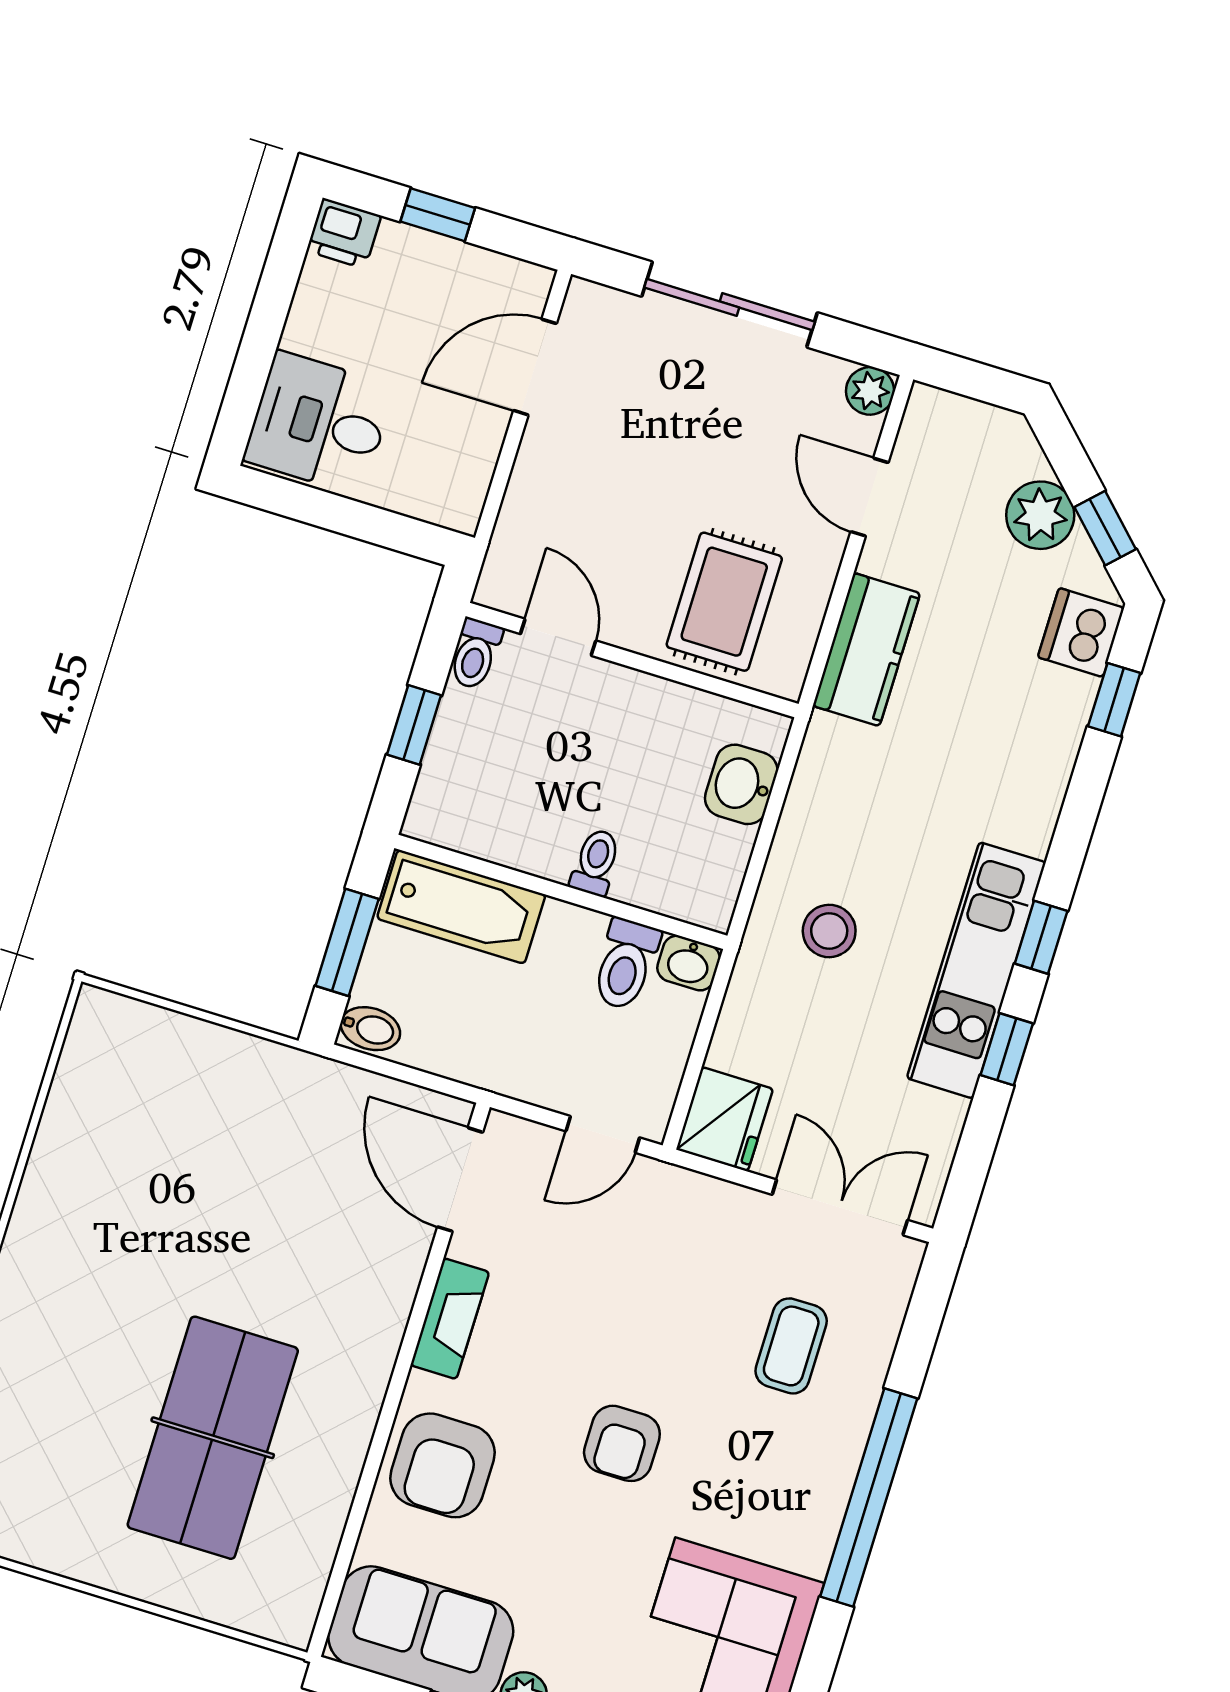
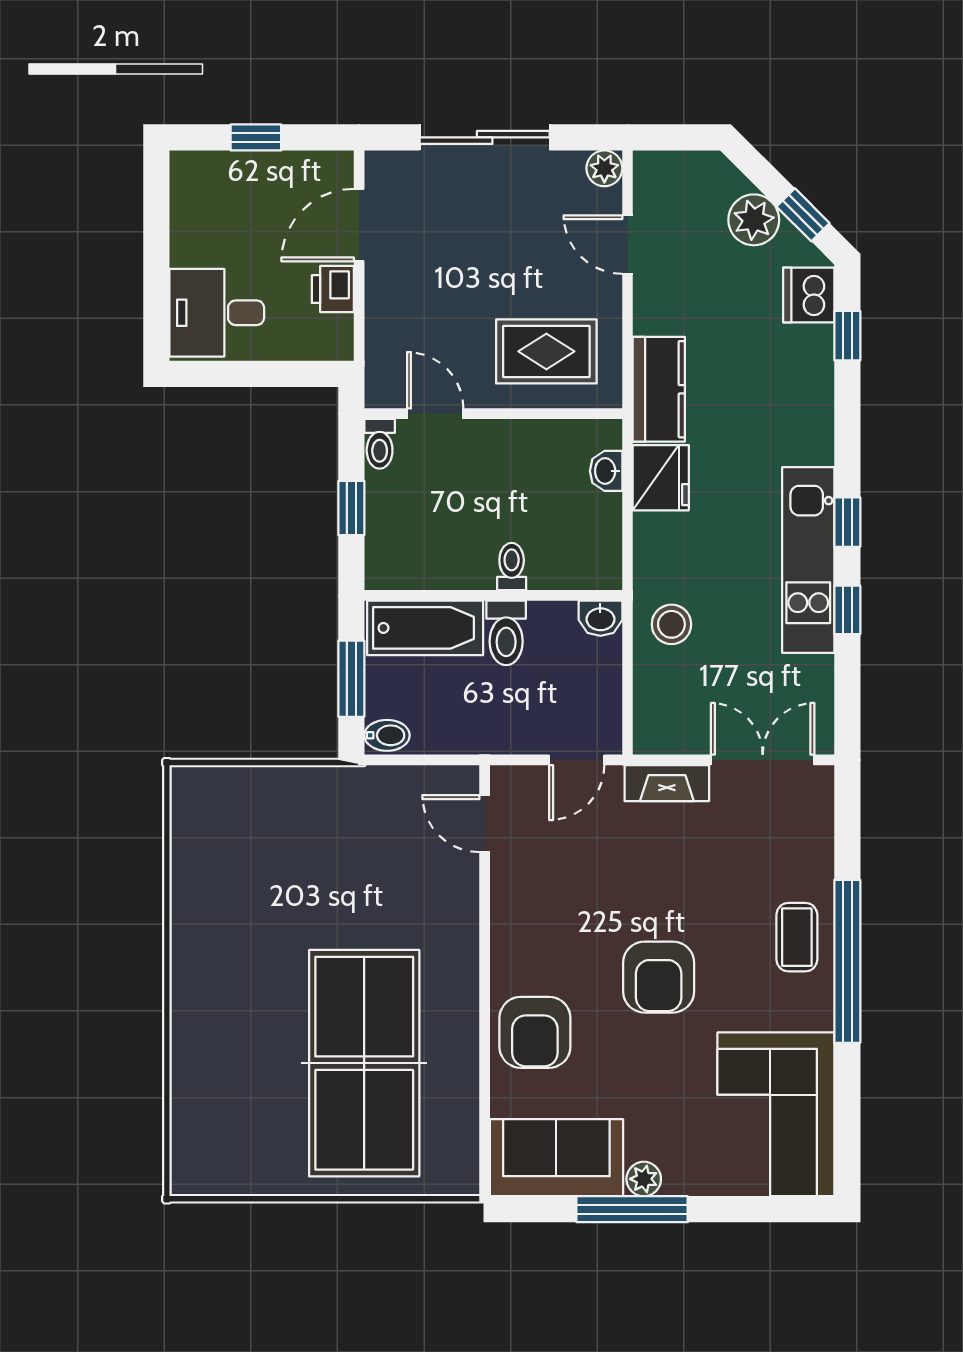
printer: (344, 233) -> (333, 289), moved, turned 90
rug: (724, 602) -> (546, 351), turned 90
kitchen counter: (866, 649) -> (659, 389), moved
washbasin: (741, 784) -> (606, 471), width x0.72, depth x0.69
stool: (829, 931) -> (671, 624), moved
toilet: (626, 964) -> (506, 633), moved
fridge: (725, 1119) -> (661, 478), moved
door: (460, 1180) -> (485, 824), width x0.73
fireplace: (450, 1319) -> (667, 783), moved, turned 90
coffee table: (791, 1346) -> (797, 937), moved
table tennis table: (213, 1438) -> (364, 1063), width x1.36, depth x1.32
armchair: (622, 1443) -> (659, 977), width x1.38, depth x1.38

